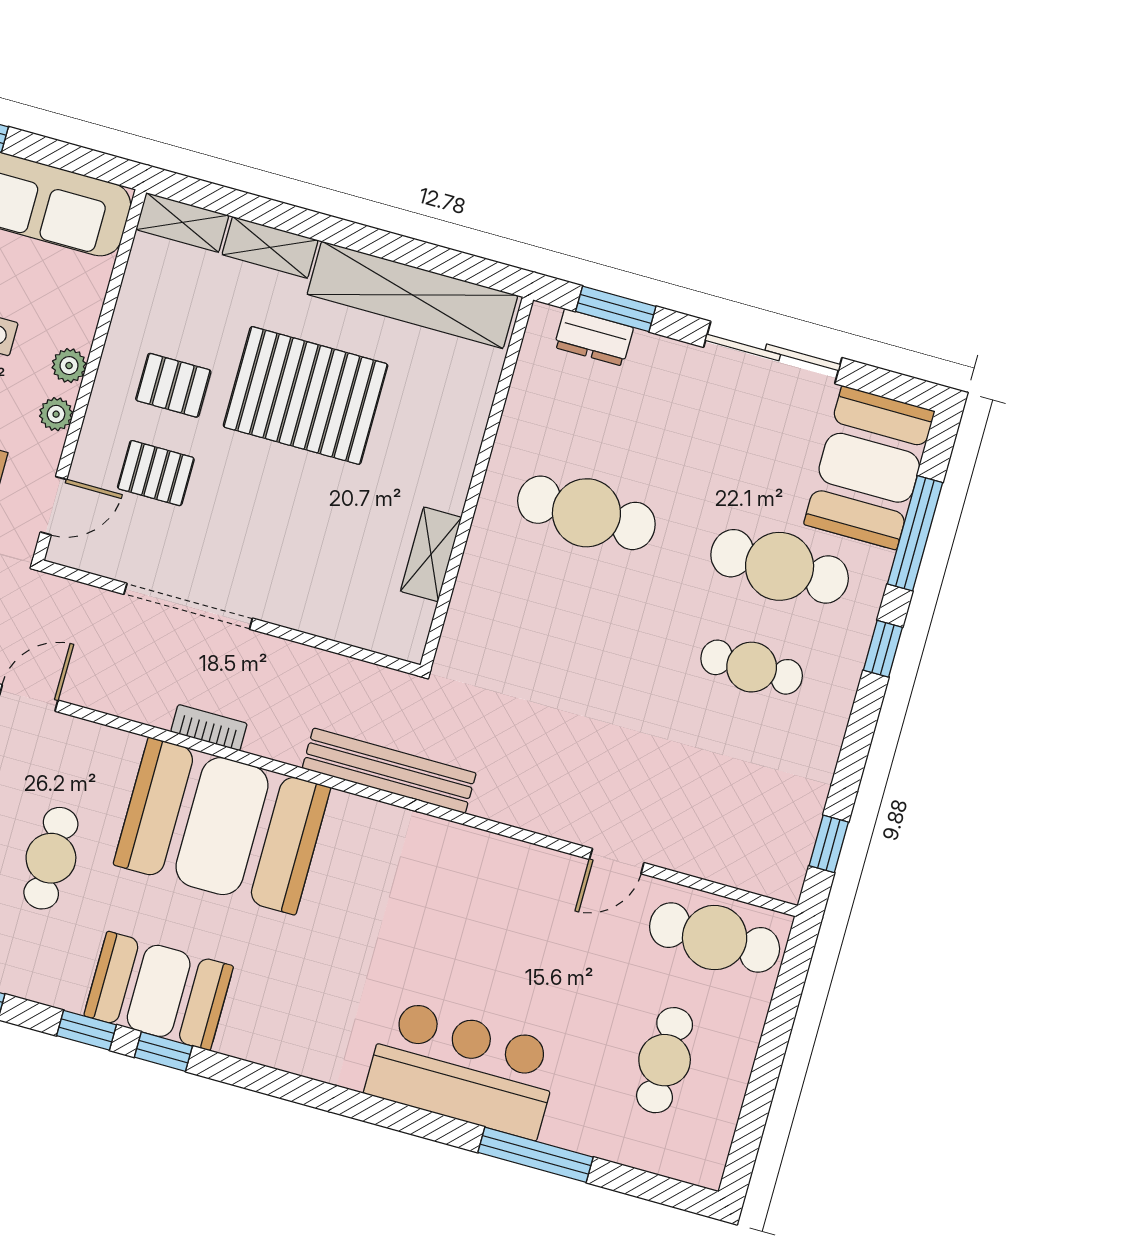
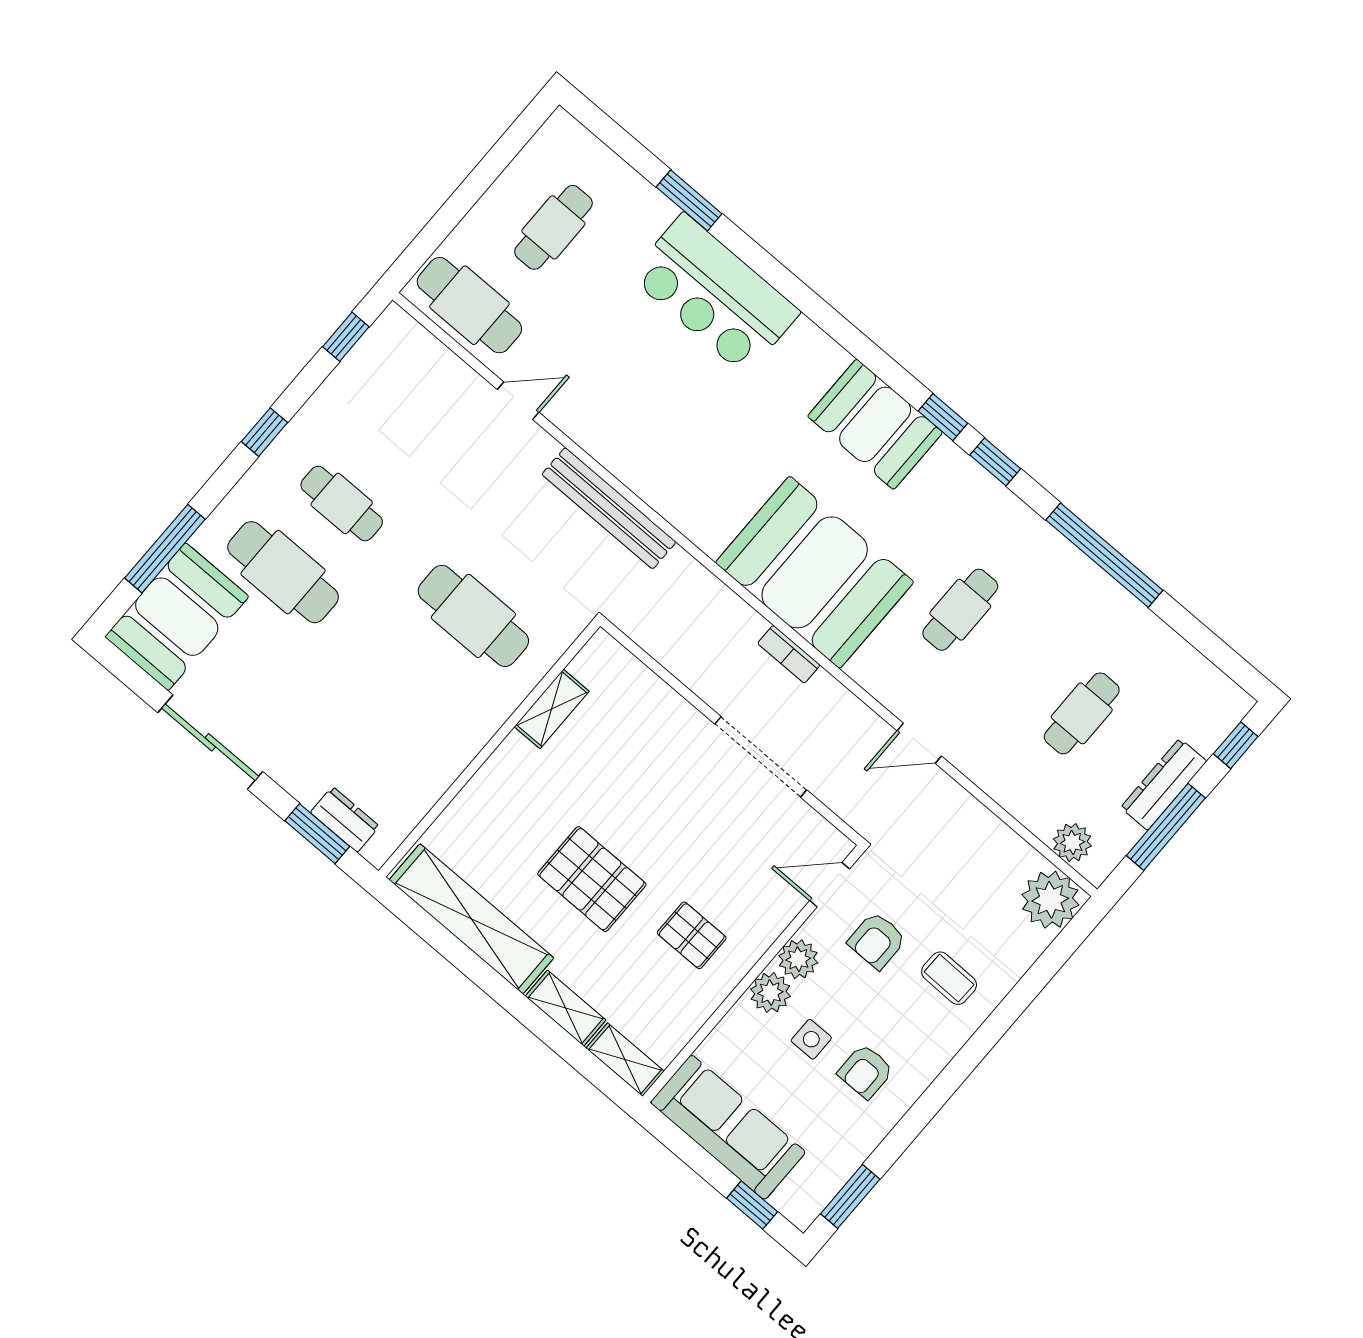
plant: (69, 366) -> (770, 993), width x1.38, depth x1.38
pallet: (306, 395) -> (592, 879), width x0.73, depth x0.71
plant: (56, 414) -> (798, 959), width x1.38, depth x1.38
pallet: (156, 473) -> (737, 873), removed
cafe table: (586, 513) -> (473, 616), moved
window: (883, 649) -> (264, 432), moved
bench: (389, 771) -> (609, 508), moved
booth: (159, 991) -> (875, 424), moved
window: (536, 1155) -> (689, 200), width x0.69

